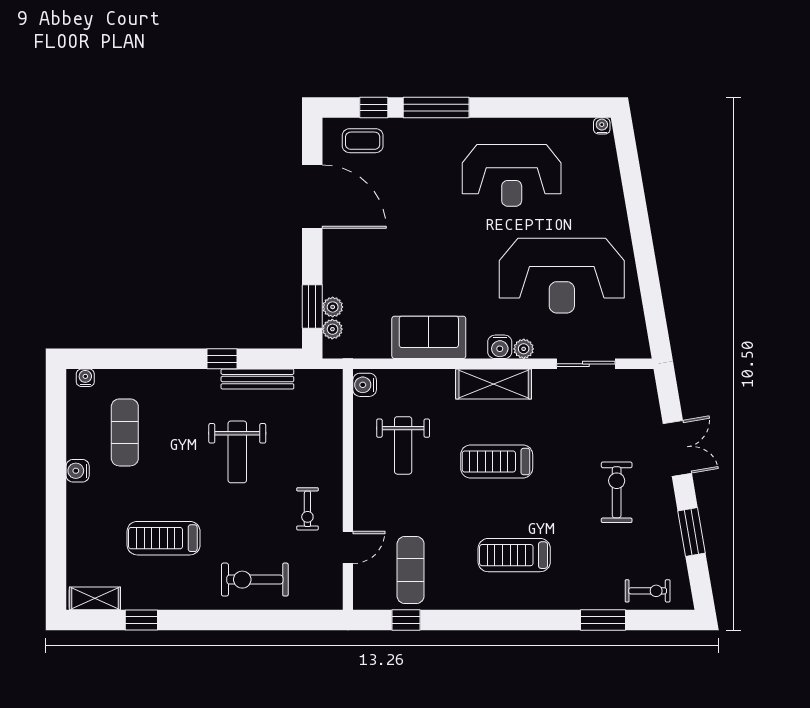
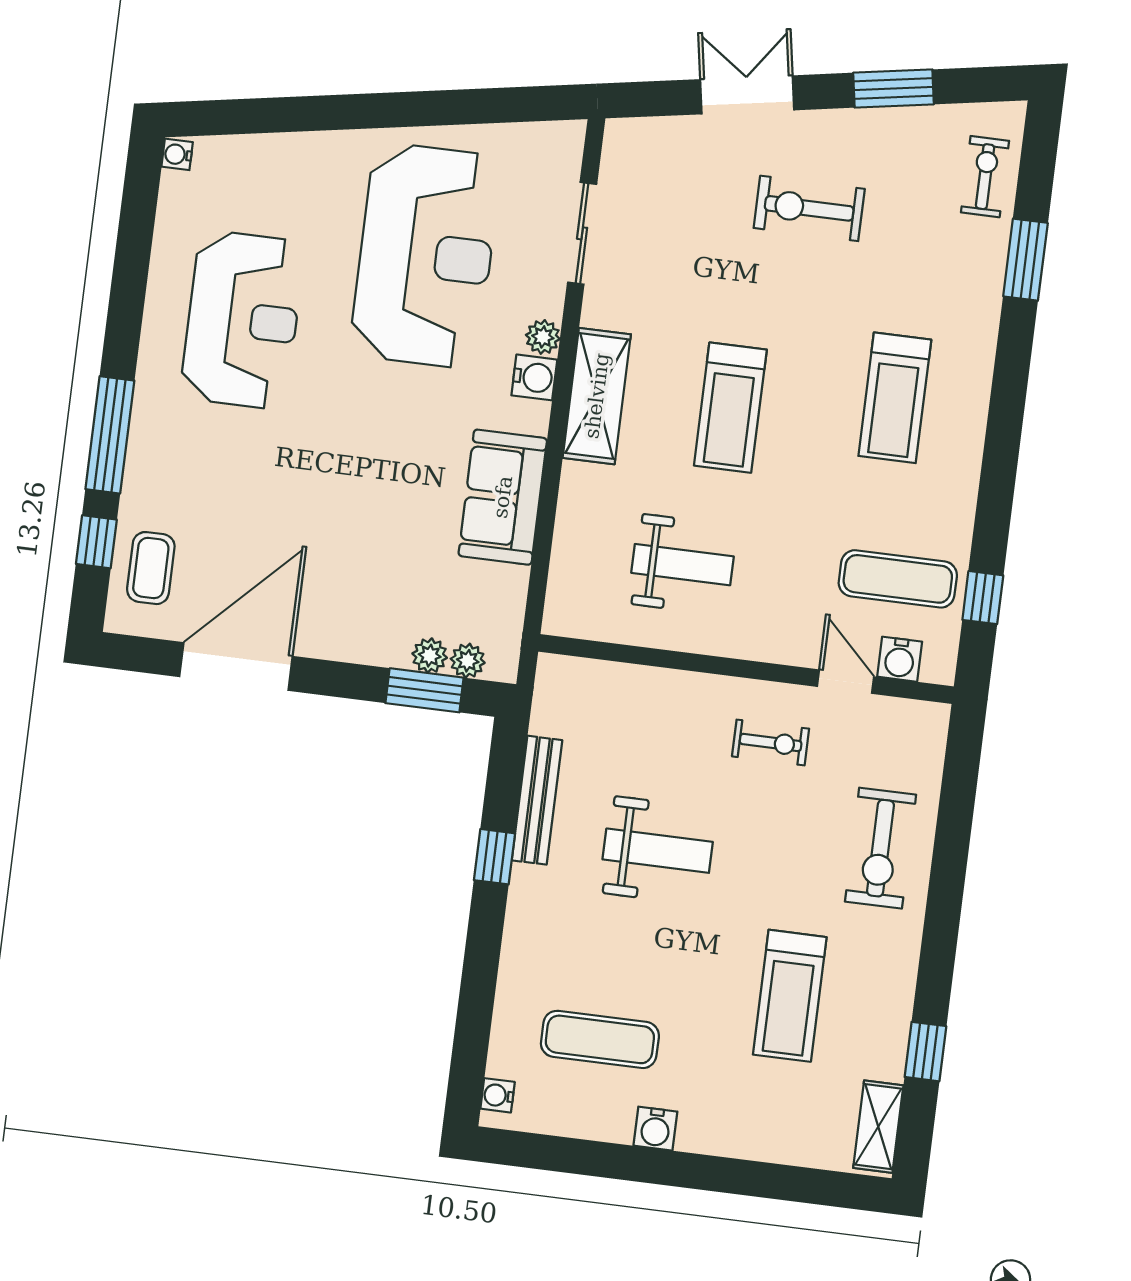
water cooler: (365, 385) -> (900, 659), moved

